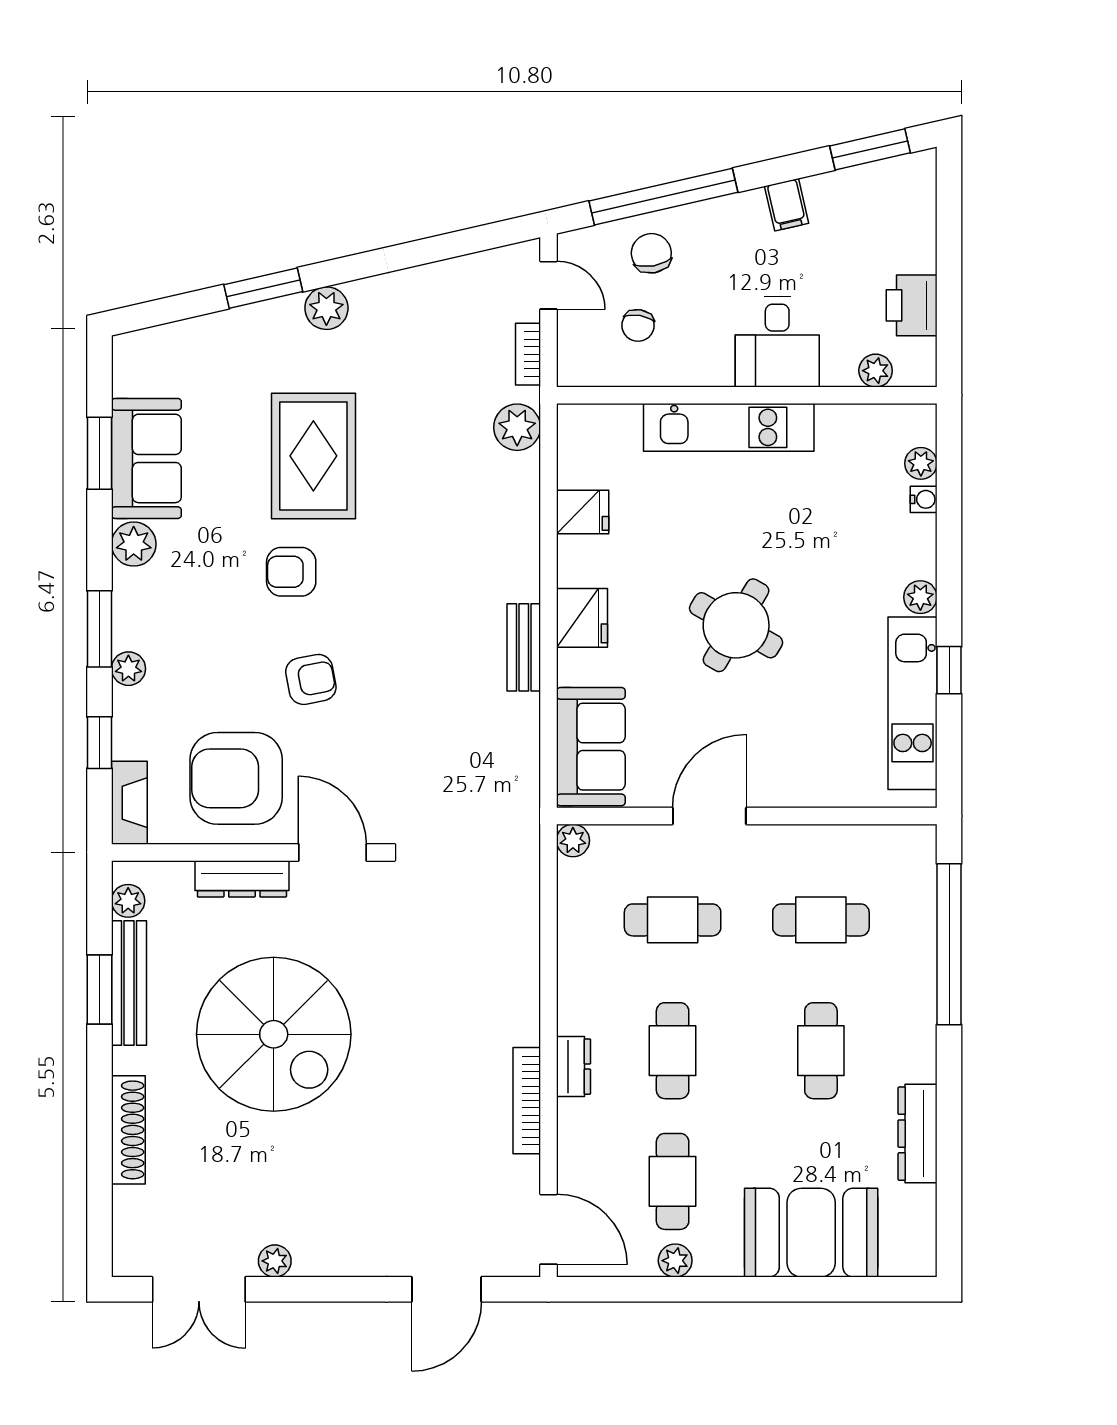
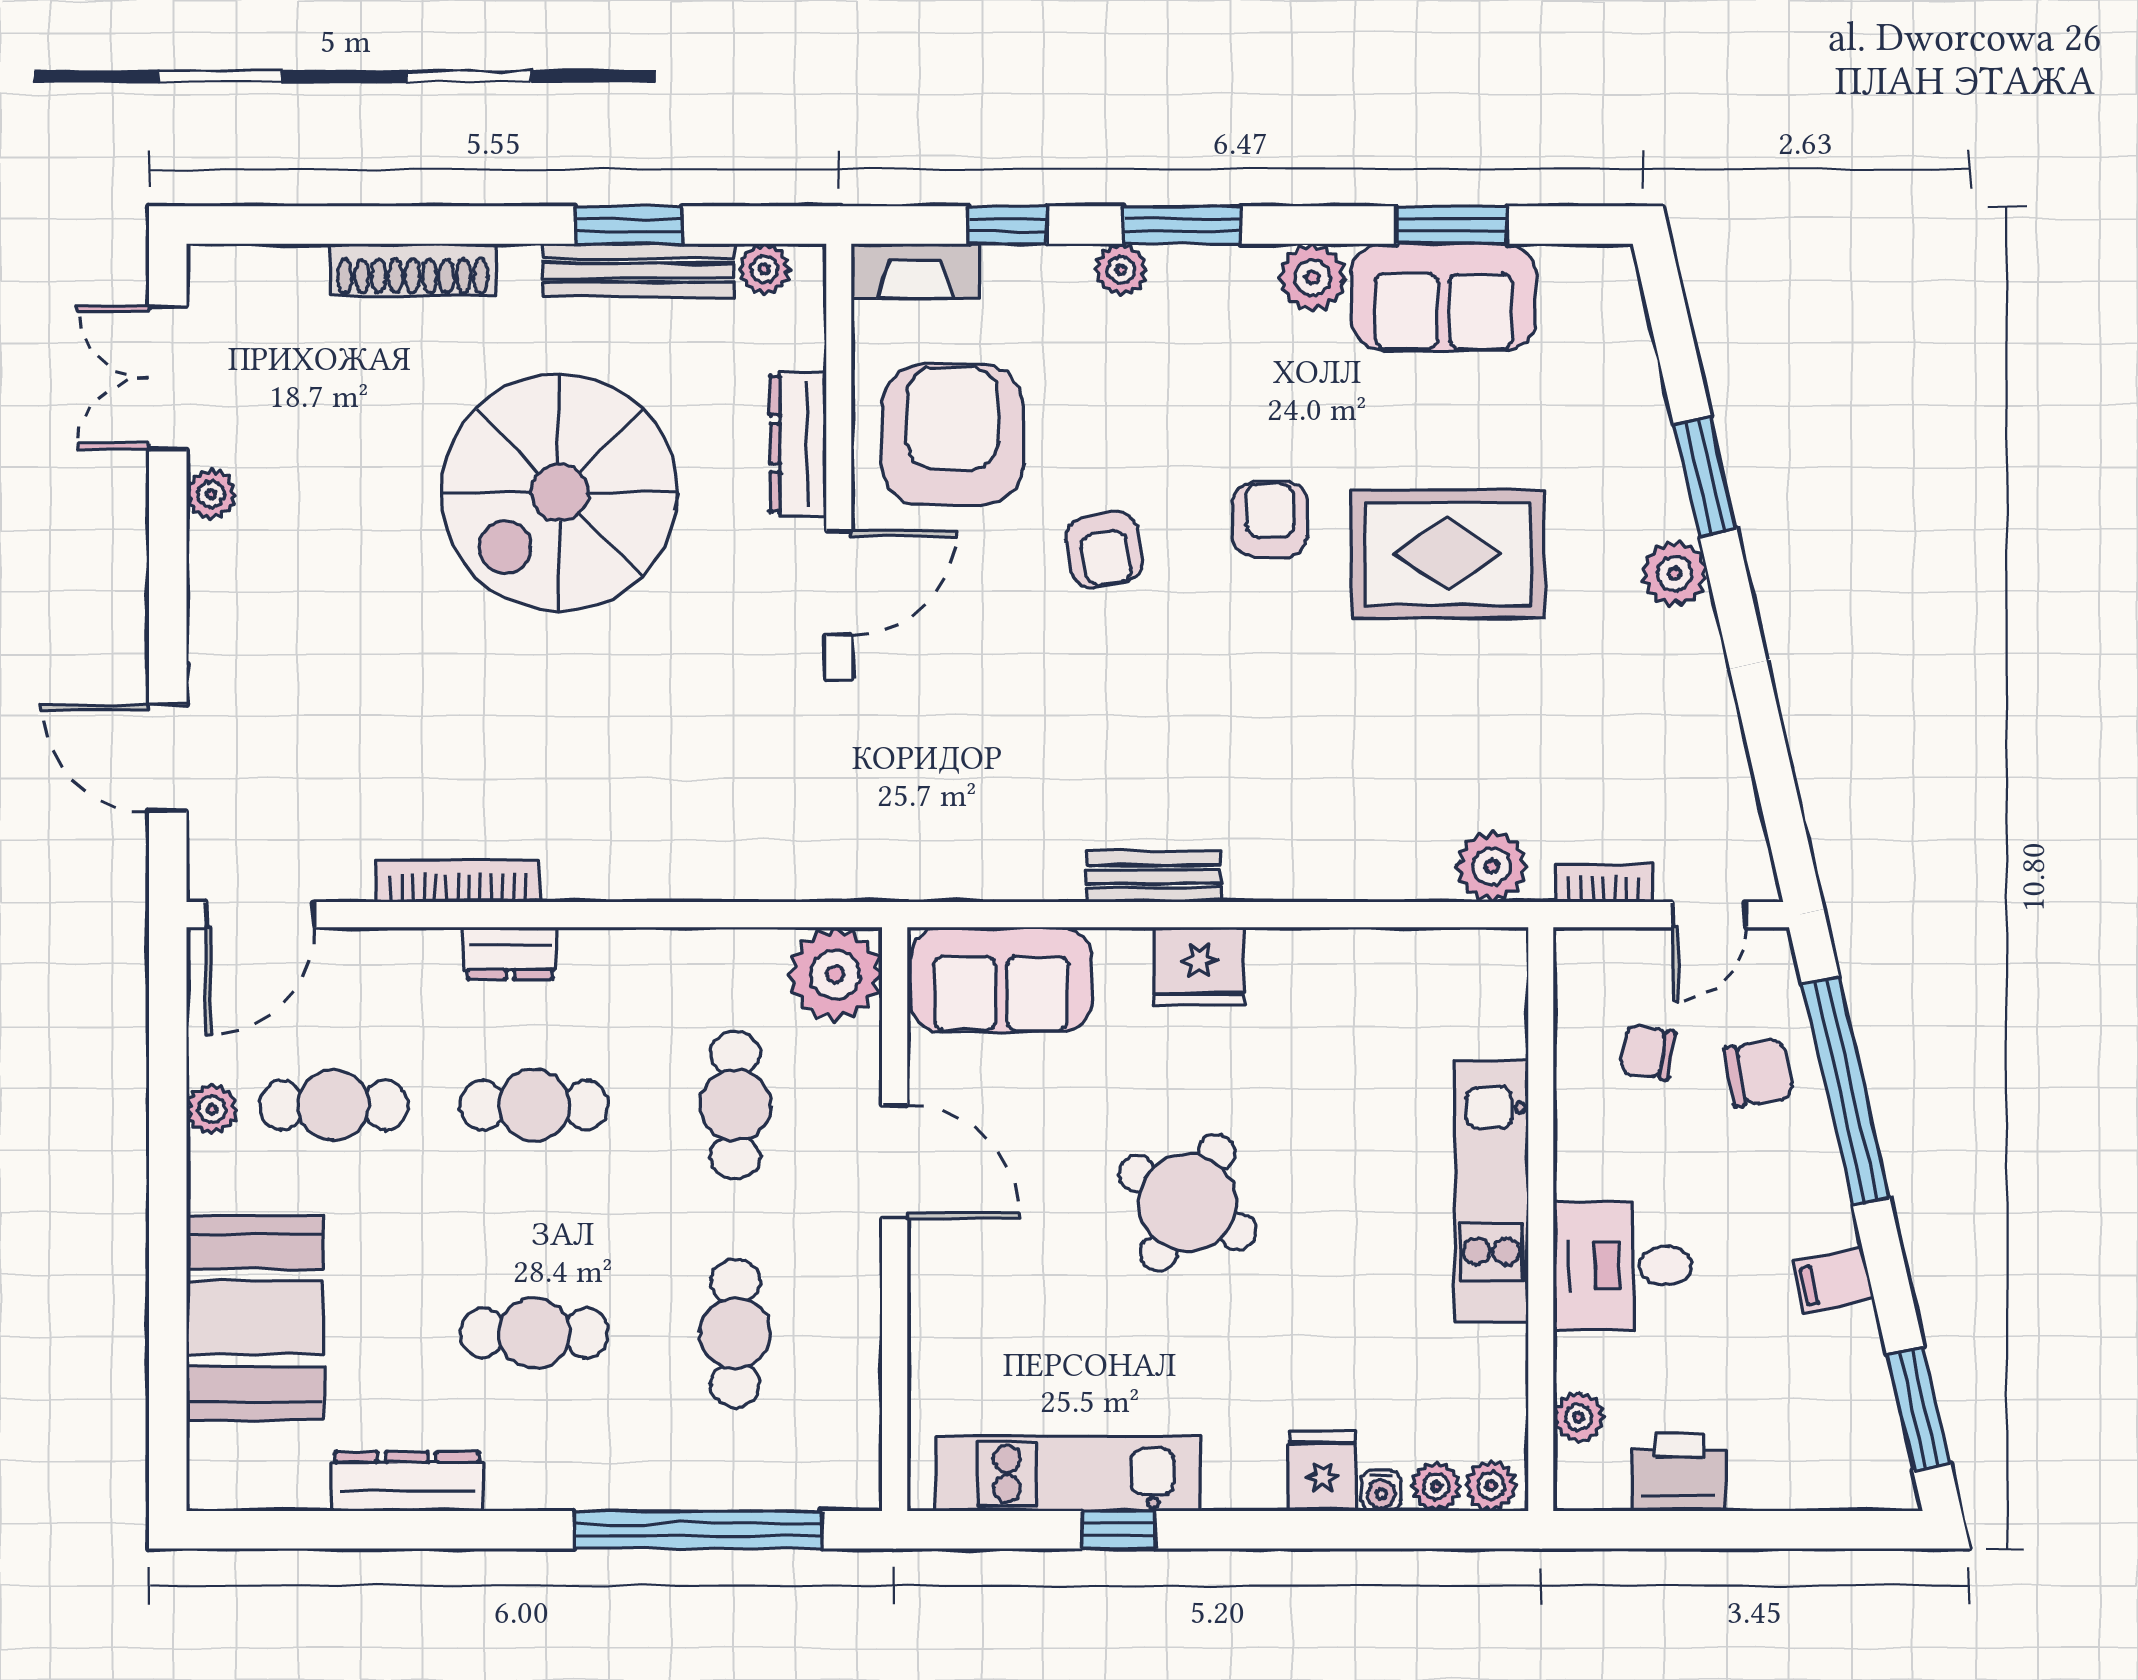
fridge: (583, 512) -> (1322, 1471), moved, turned 180
plant: (920, 597) -> (1491, 1486), moved
plant: (573, 840) -> (835, 974), width x1.88, depth x1.88

